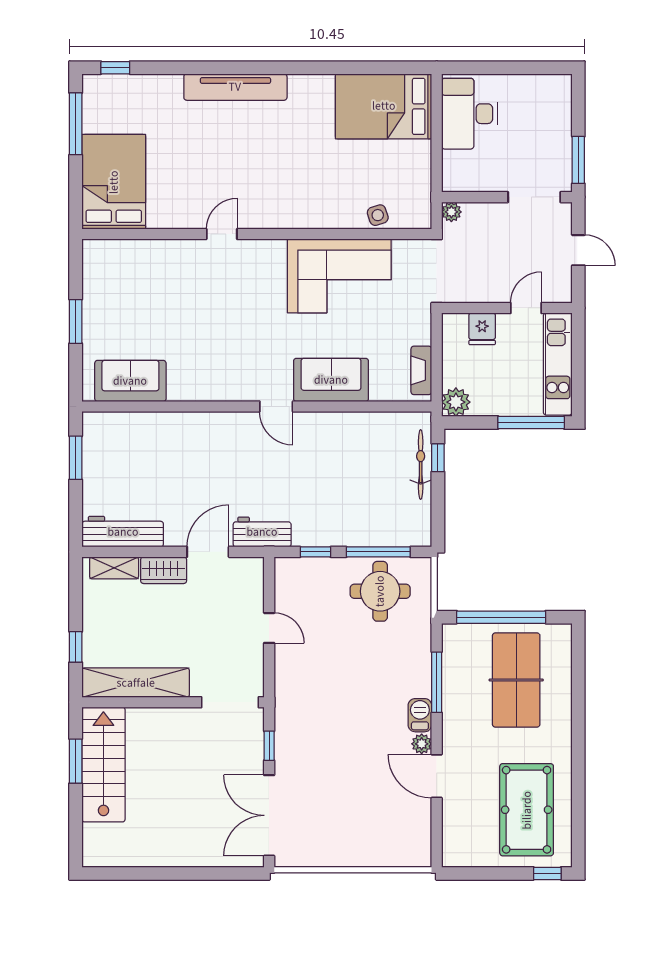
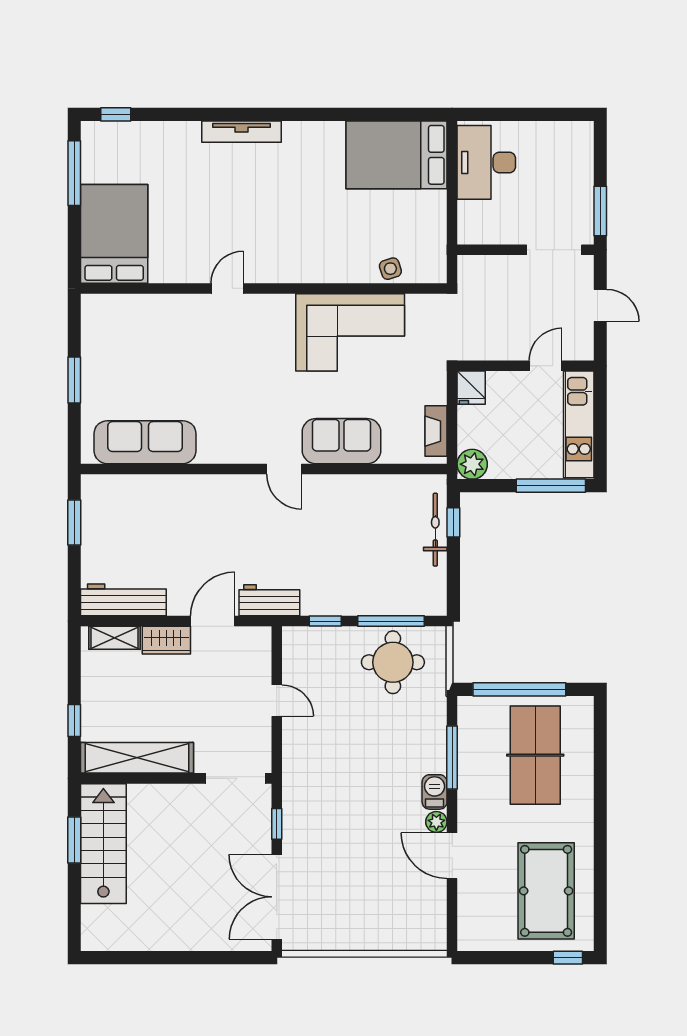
tv unit: (235, 87) -> (241, 132), width x0.73, depth x0.78
plant: (451, 212) -> (468, 265), removed
fridge: (482, 329) -> (471, 388), moved
sofa: (130, 381) -> (145, 442), width x1.36

